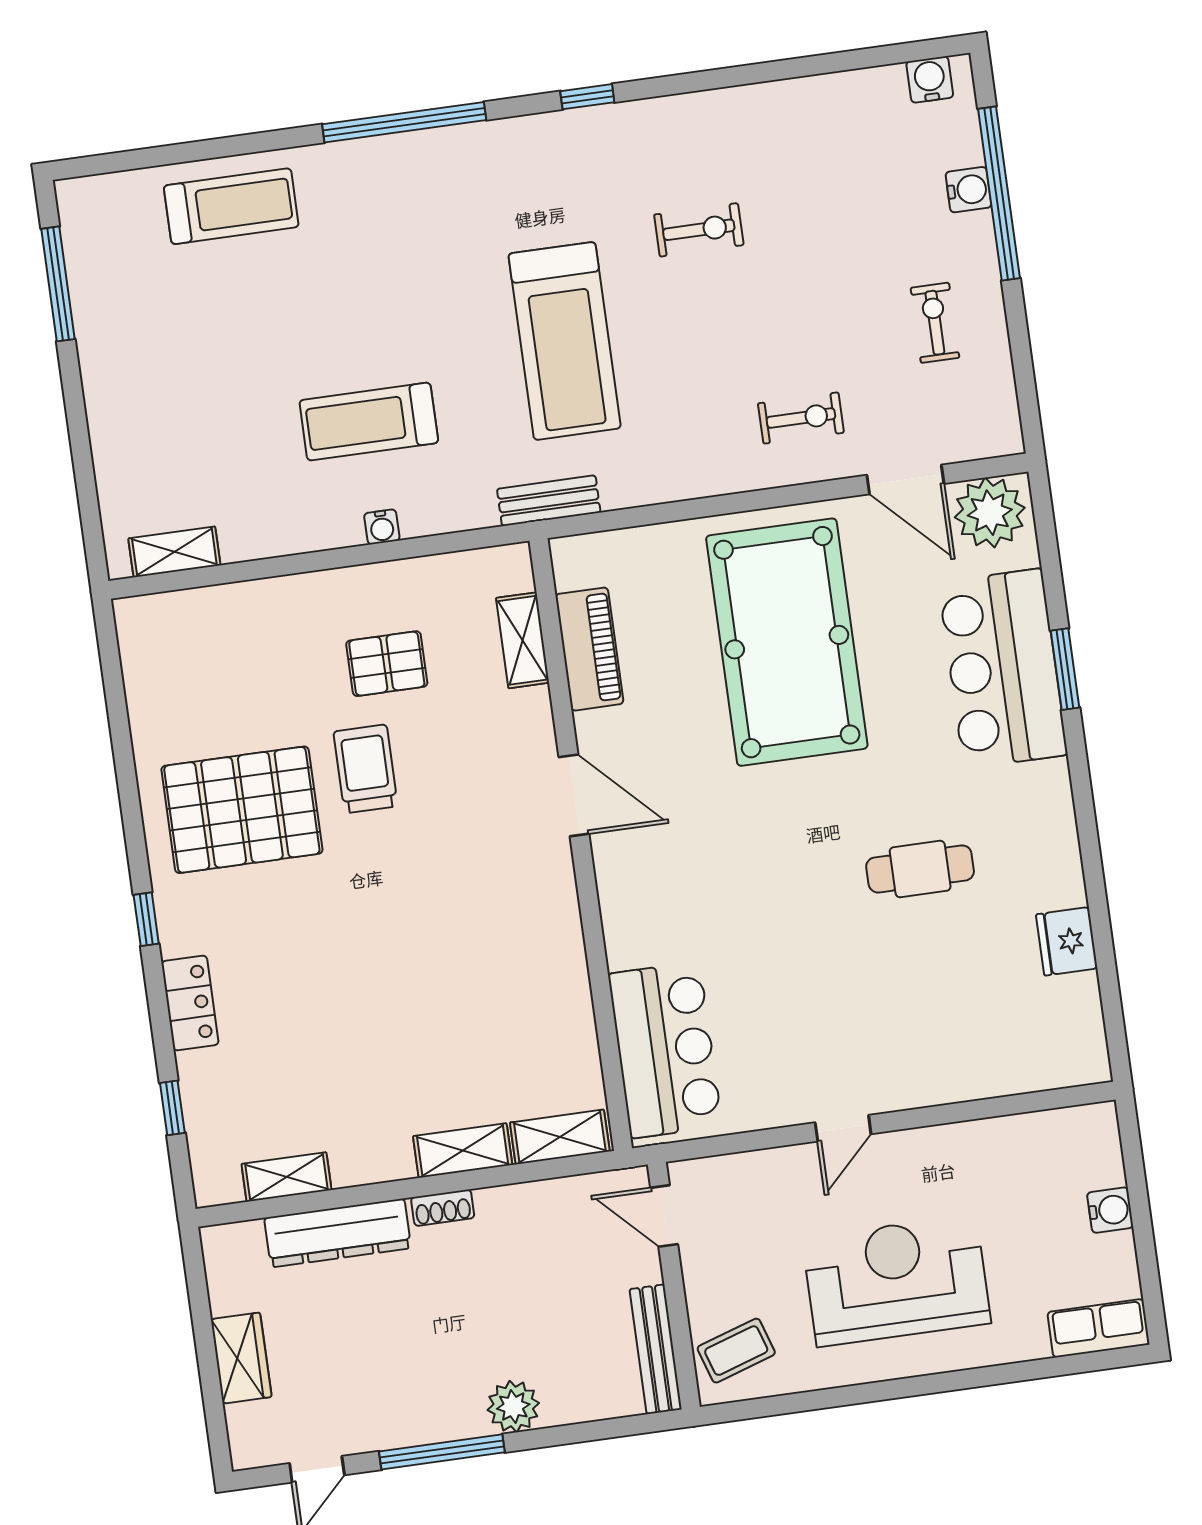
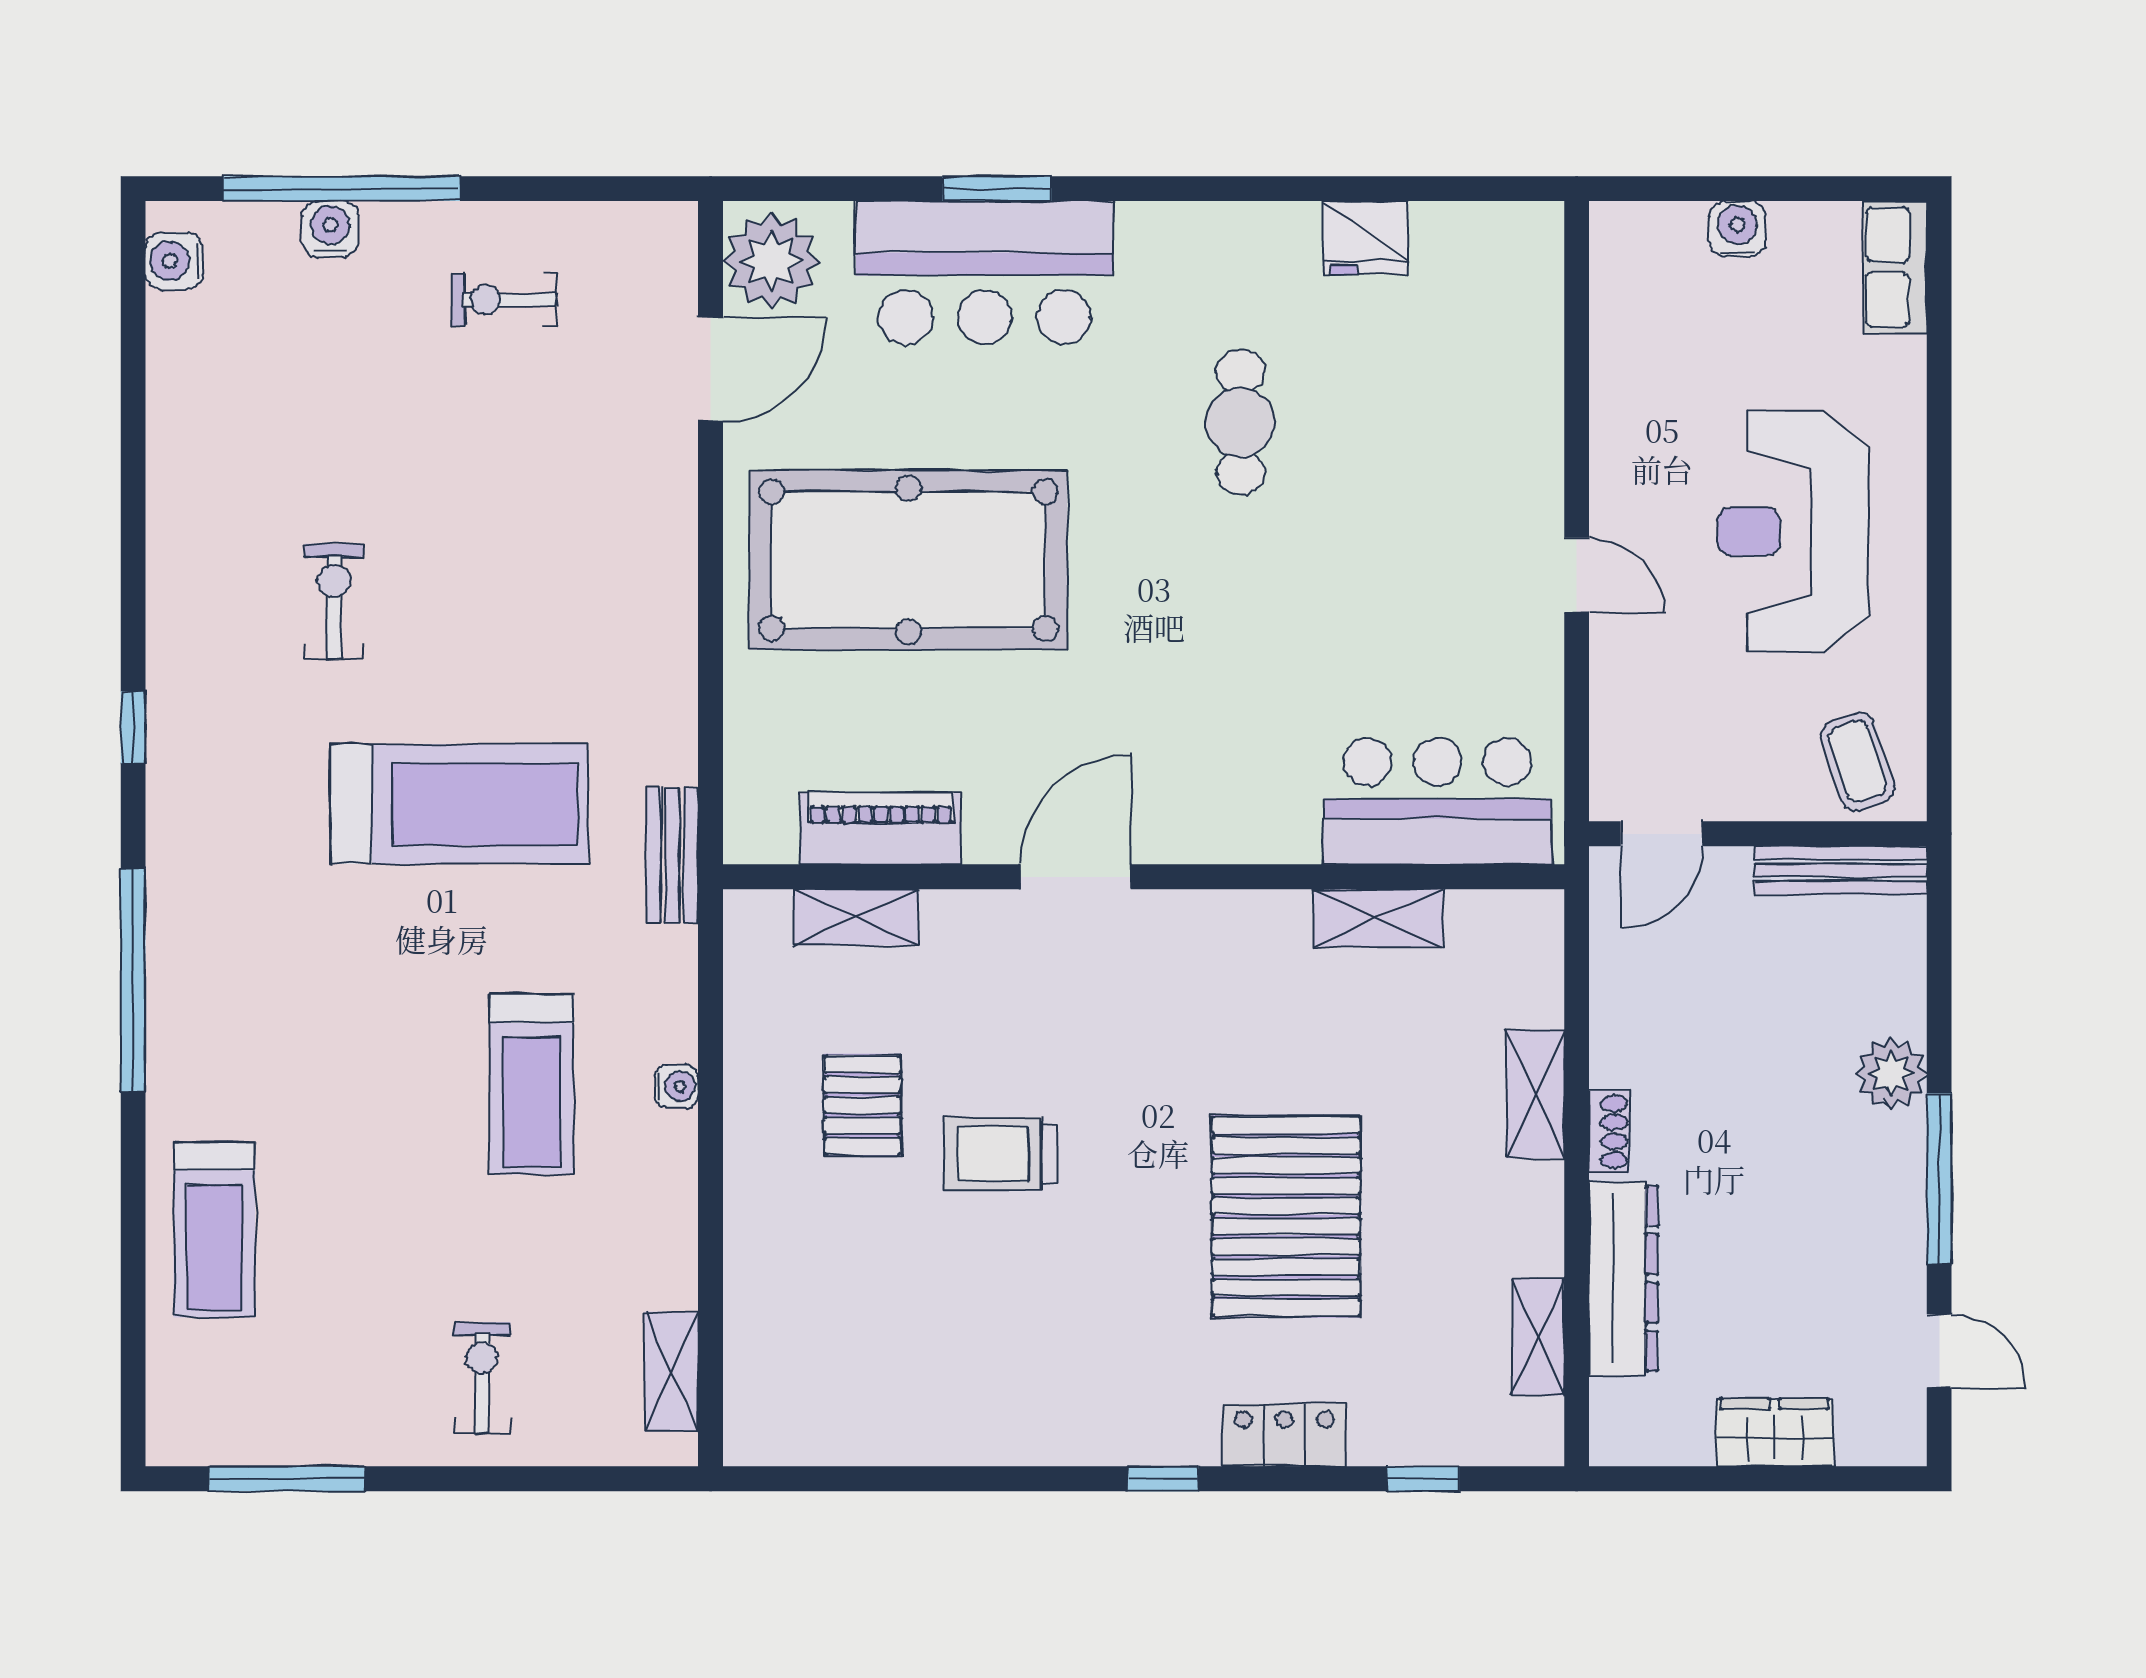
treadmill: (231, 206) -> (214, 1230), turned 180
exercise bike: (801, 418) -> (482, 1378), moved
pallet: (242, 810) -> (1286, 1216), moved
shelving: (560, 1137) -> (1378, 918), moved, turned 90

